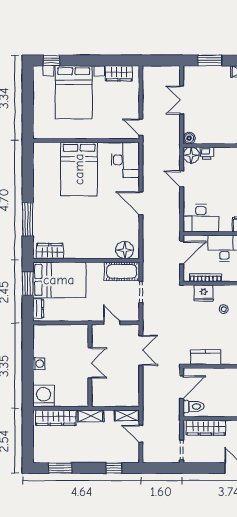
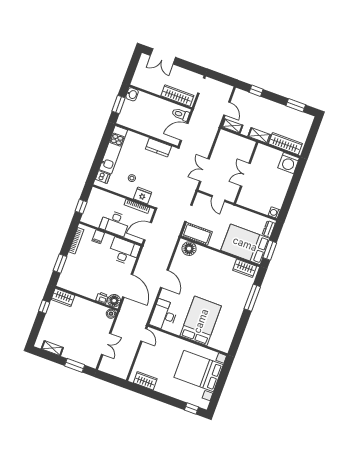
bed with nightstands: (74, 92) -> (199, 371), moved, turned -90
door: (182, 179) -> (128, 286), width x1.88
washing machine: (39, 364) -> (274, 213), moved

